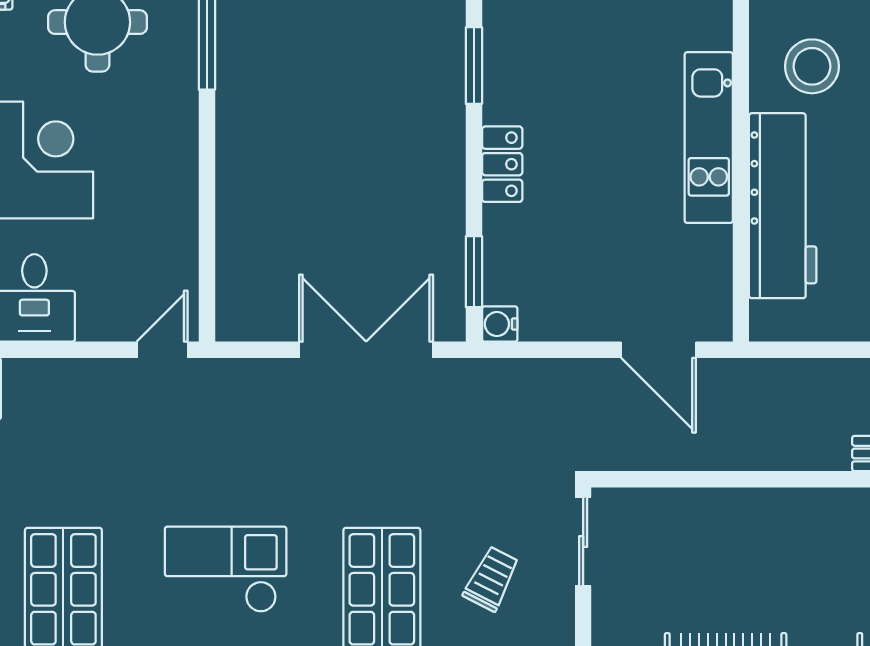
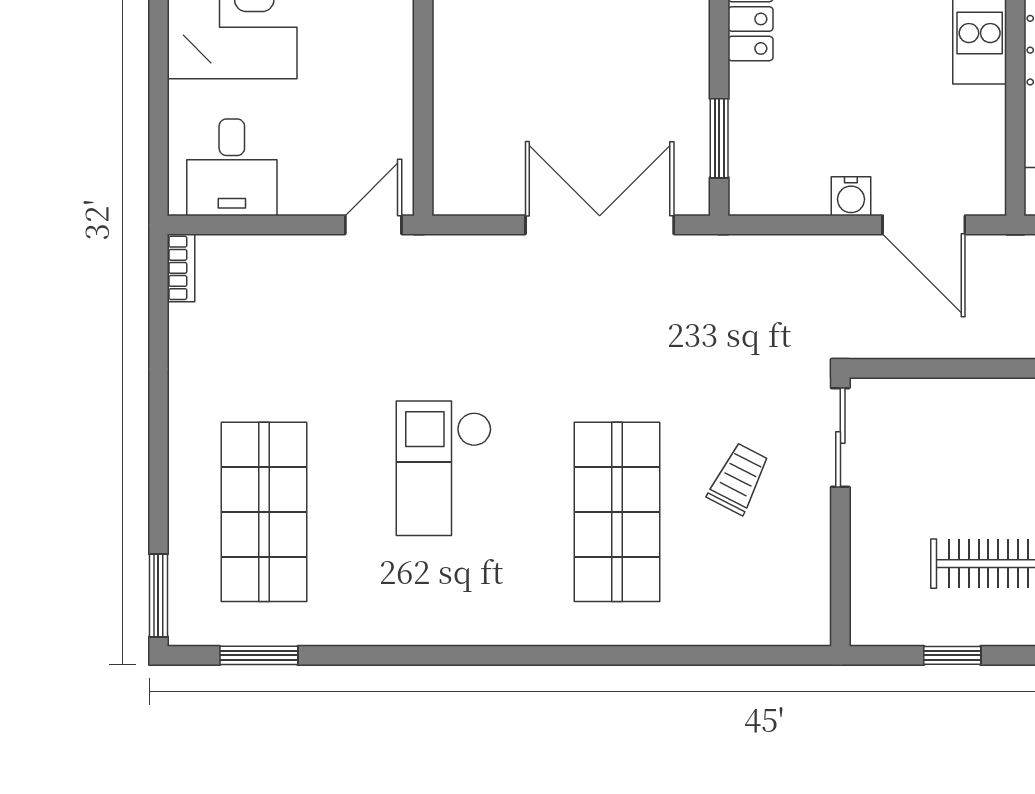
water cooler: (500, 324) -> (851, 196), moved, turned -90
checkout: (226, 569) -> (444, 468), turned -90

